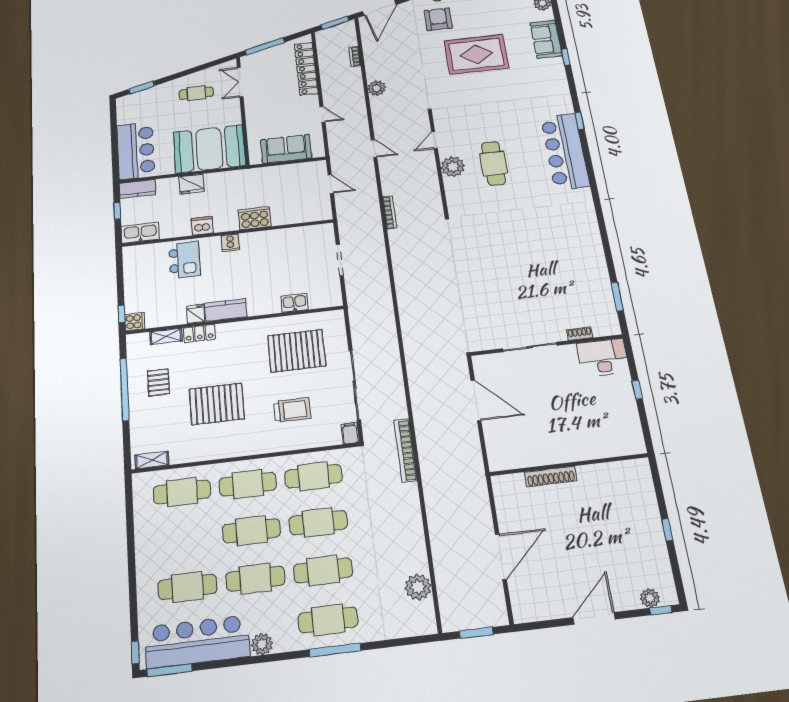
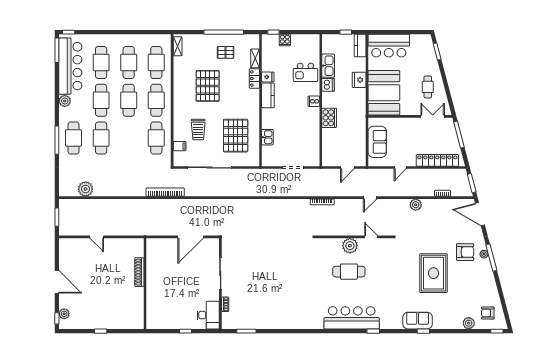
sofa: (546, 39) -> (418, 321), moved
kitchen sink: (140, 233) -> (328, 66), moved
cooker: (135, 322) -> (285, 40), moved
filing cabinet: (350, 433) -> (180, 146), moved
cafe table: (318, 523) -> (129, 62), moved
door: (501, 557) -> (97, 237), width x0.53

